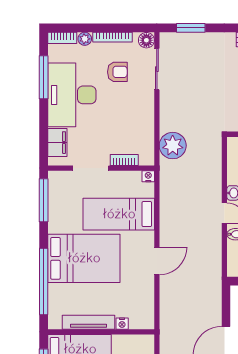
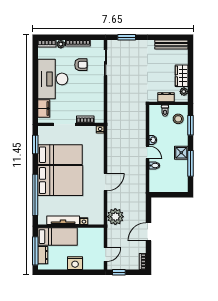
floor lamp: (146, 40) -> (99, 45), removed
window: (44, 77) -> (35, 68), removed
plant: (173, 146) -> (115, 217), moved
window: (44, 200) -> (35, 144), width x0.69
bed: (119, 214) -> (60, 155), moved, turned 180

